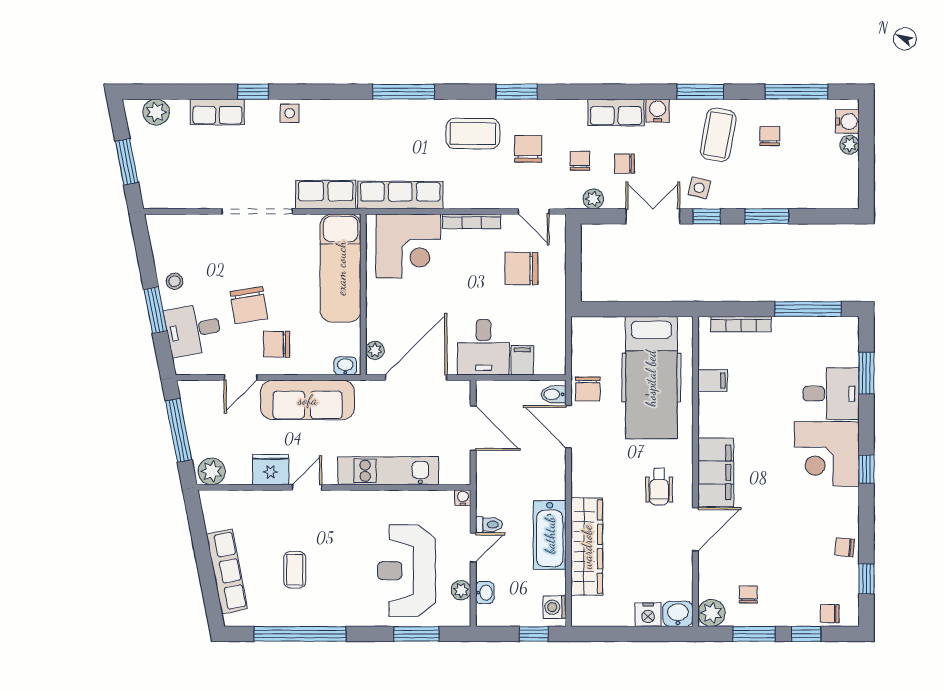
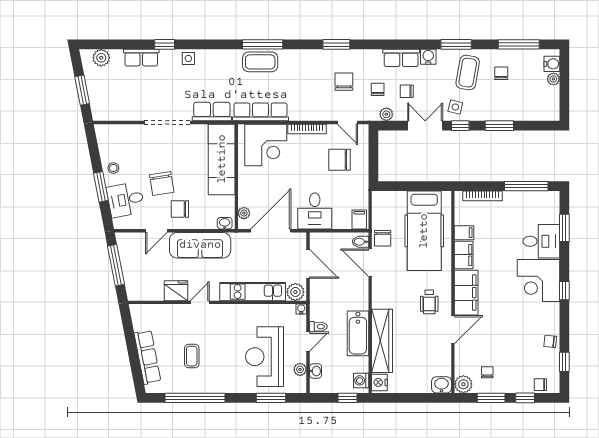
coffee table: (473, 134) -> (260, 62), moved
filing cabinet: (522, 360) -> (359, 219), moved
filing cabinet: (712, 415) -> (464, 255), added
plant: (212, 471) -> (295, 292), moved
nightstand: (648, 615) -> (379, 382), moved, turned 90

